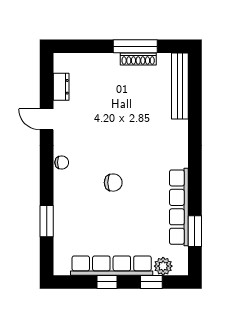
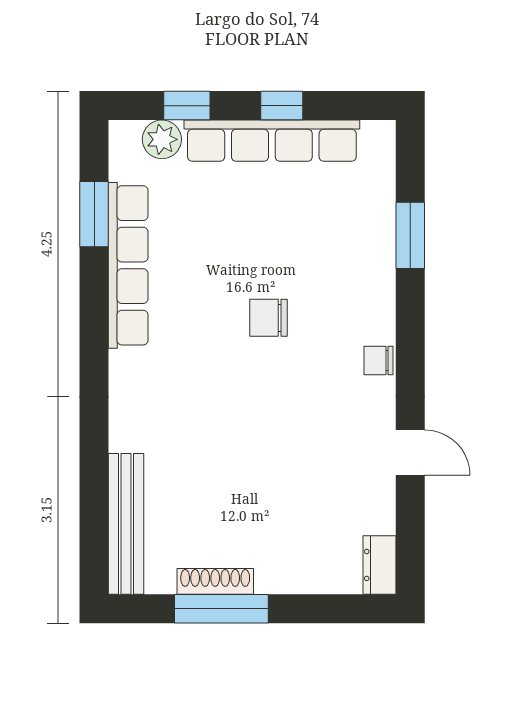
dresser: (61, 87) -> (380, 565), moved

